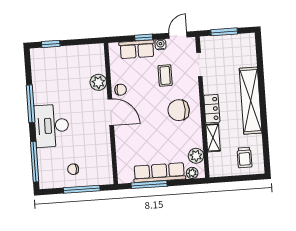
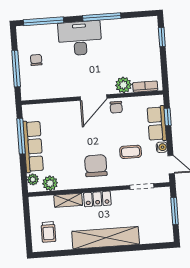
window: (144, 37) -> (168, 117), moved
bookcase: (100, 61) -> (145, 87), added
trolley: (245, 158) -> (48, 232), turned -90

